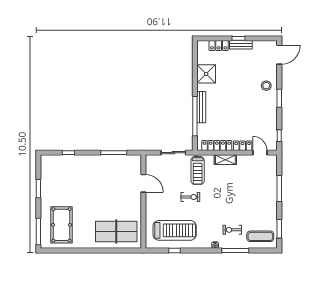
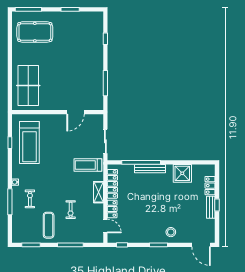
door: (260, 153) -> (105, 226), hinge flipped
exercise bike: (190, 197) -> (71, 210), moved
exercise mat: (260, 236) -> (49, 225), moved

